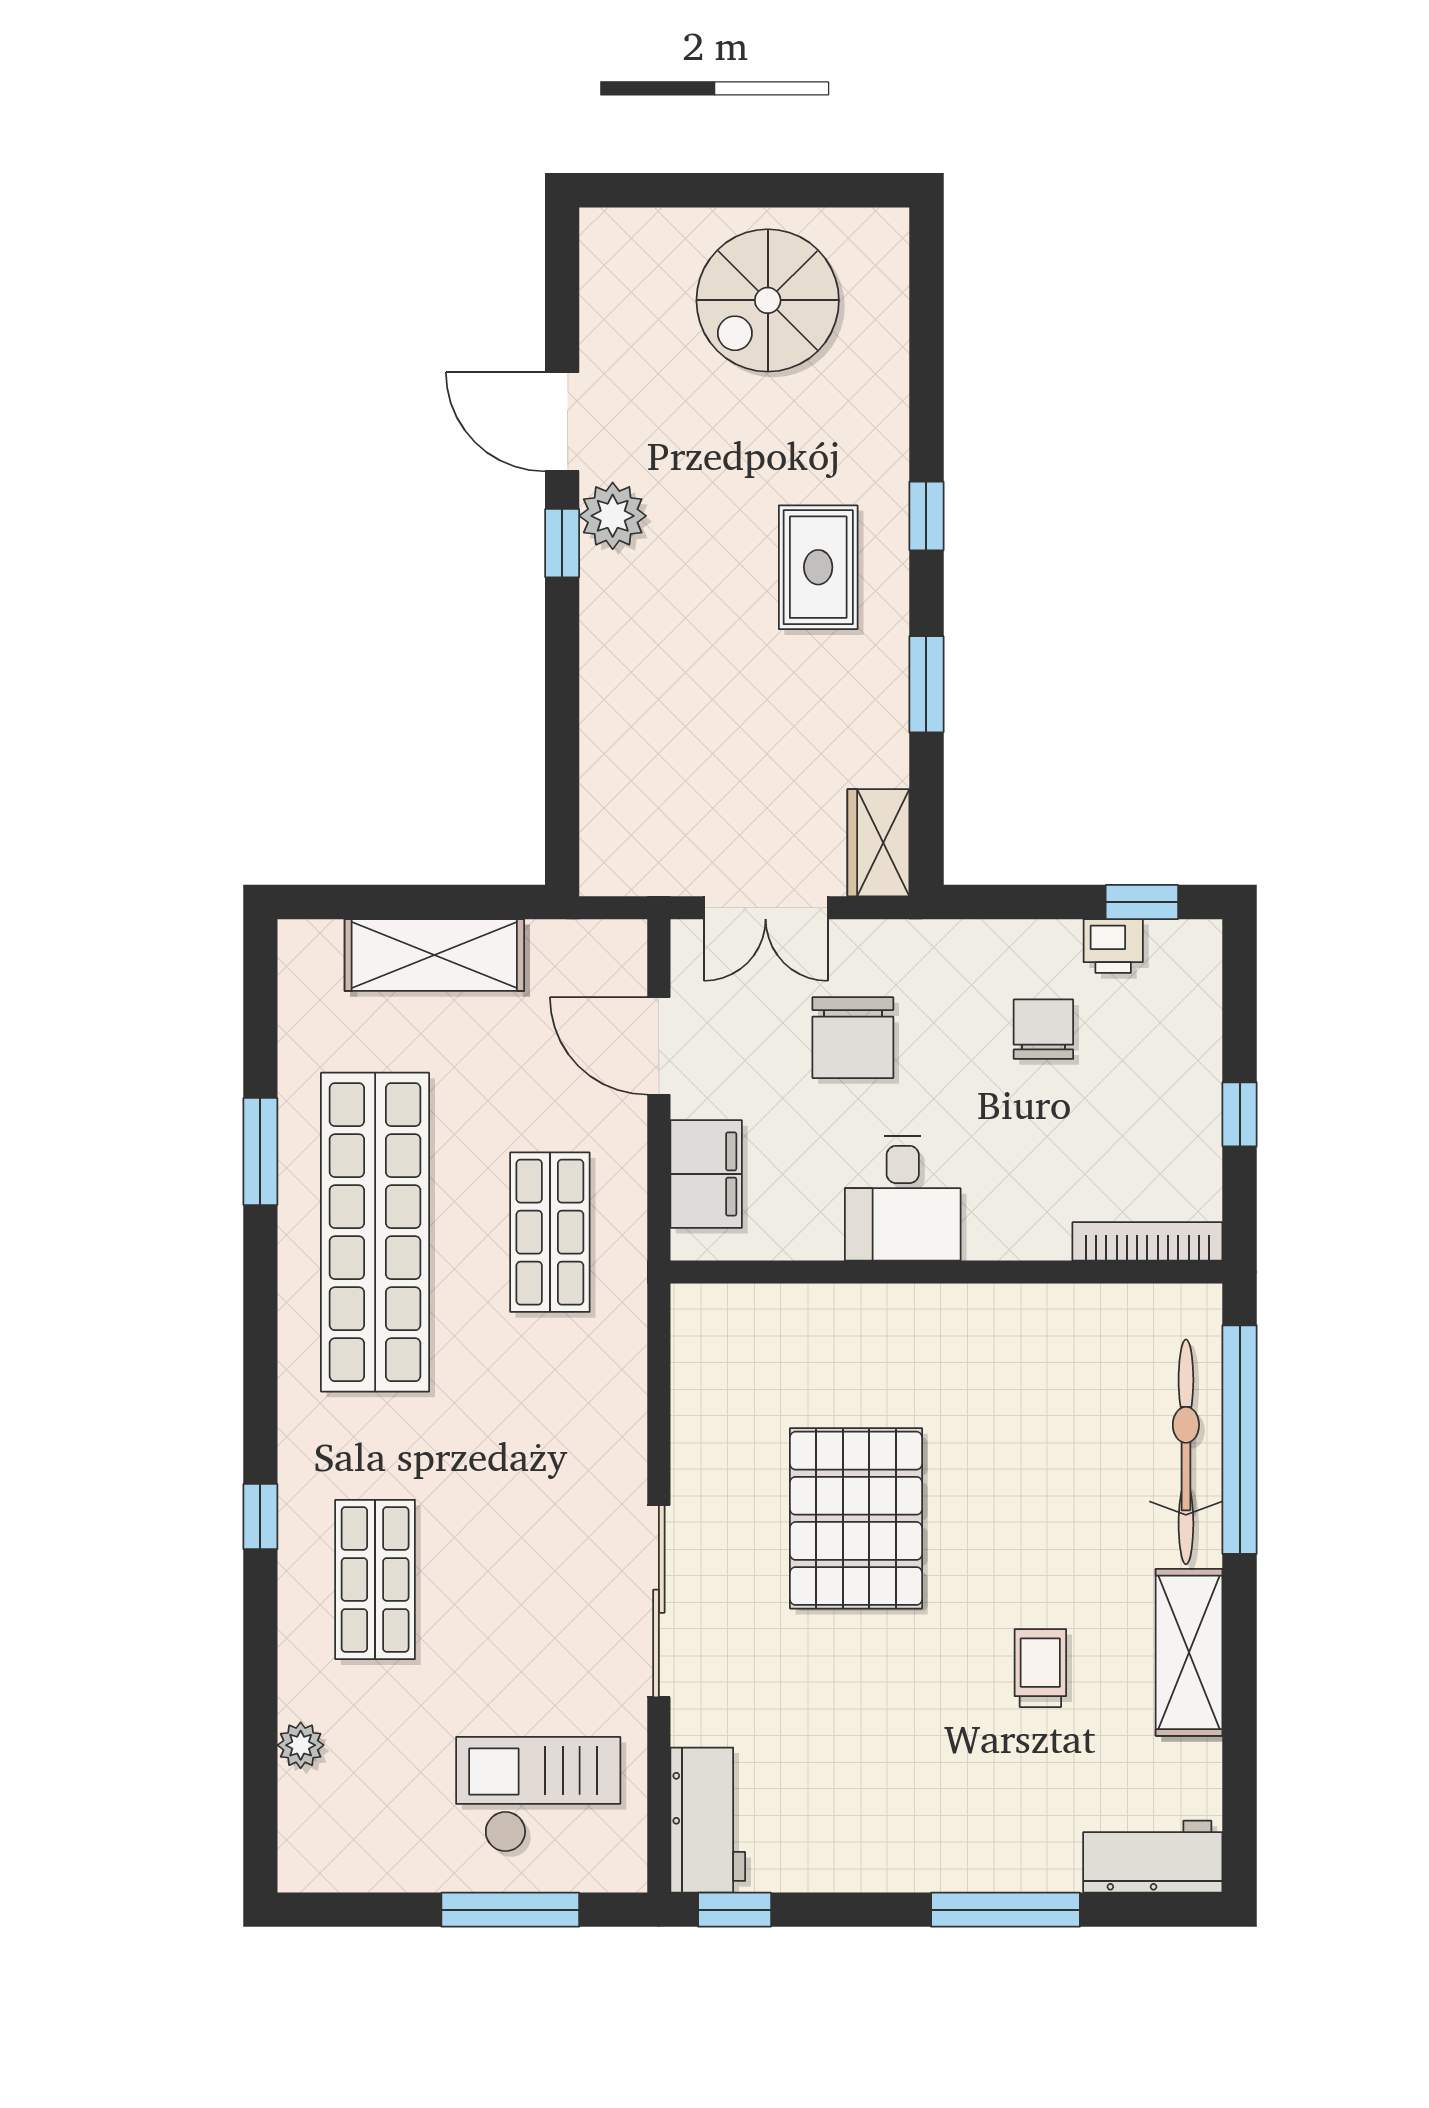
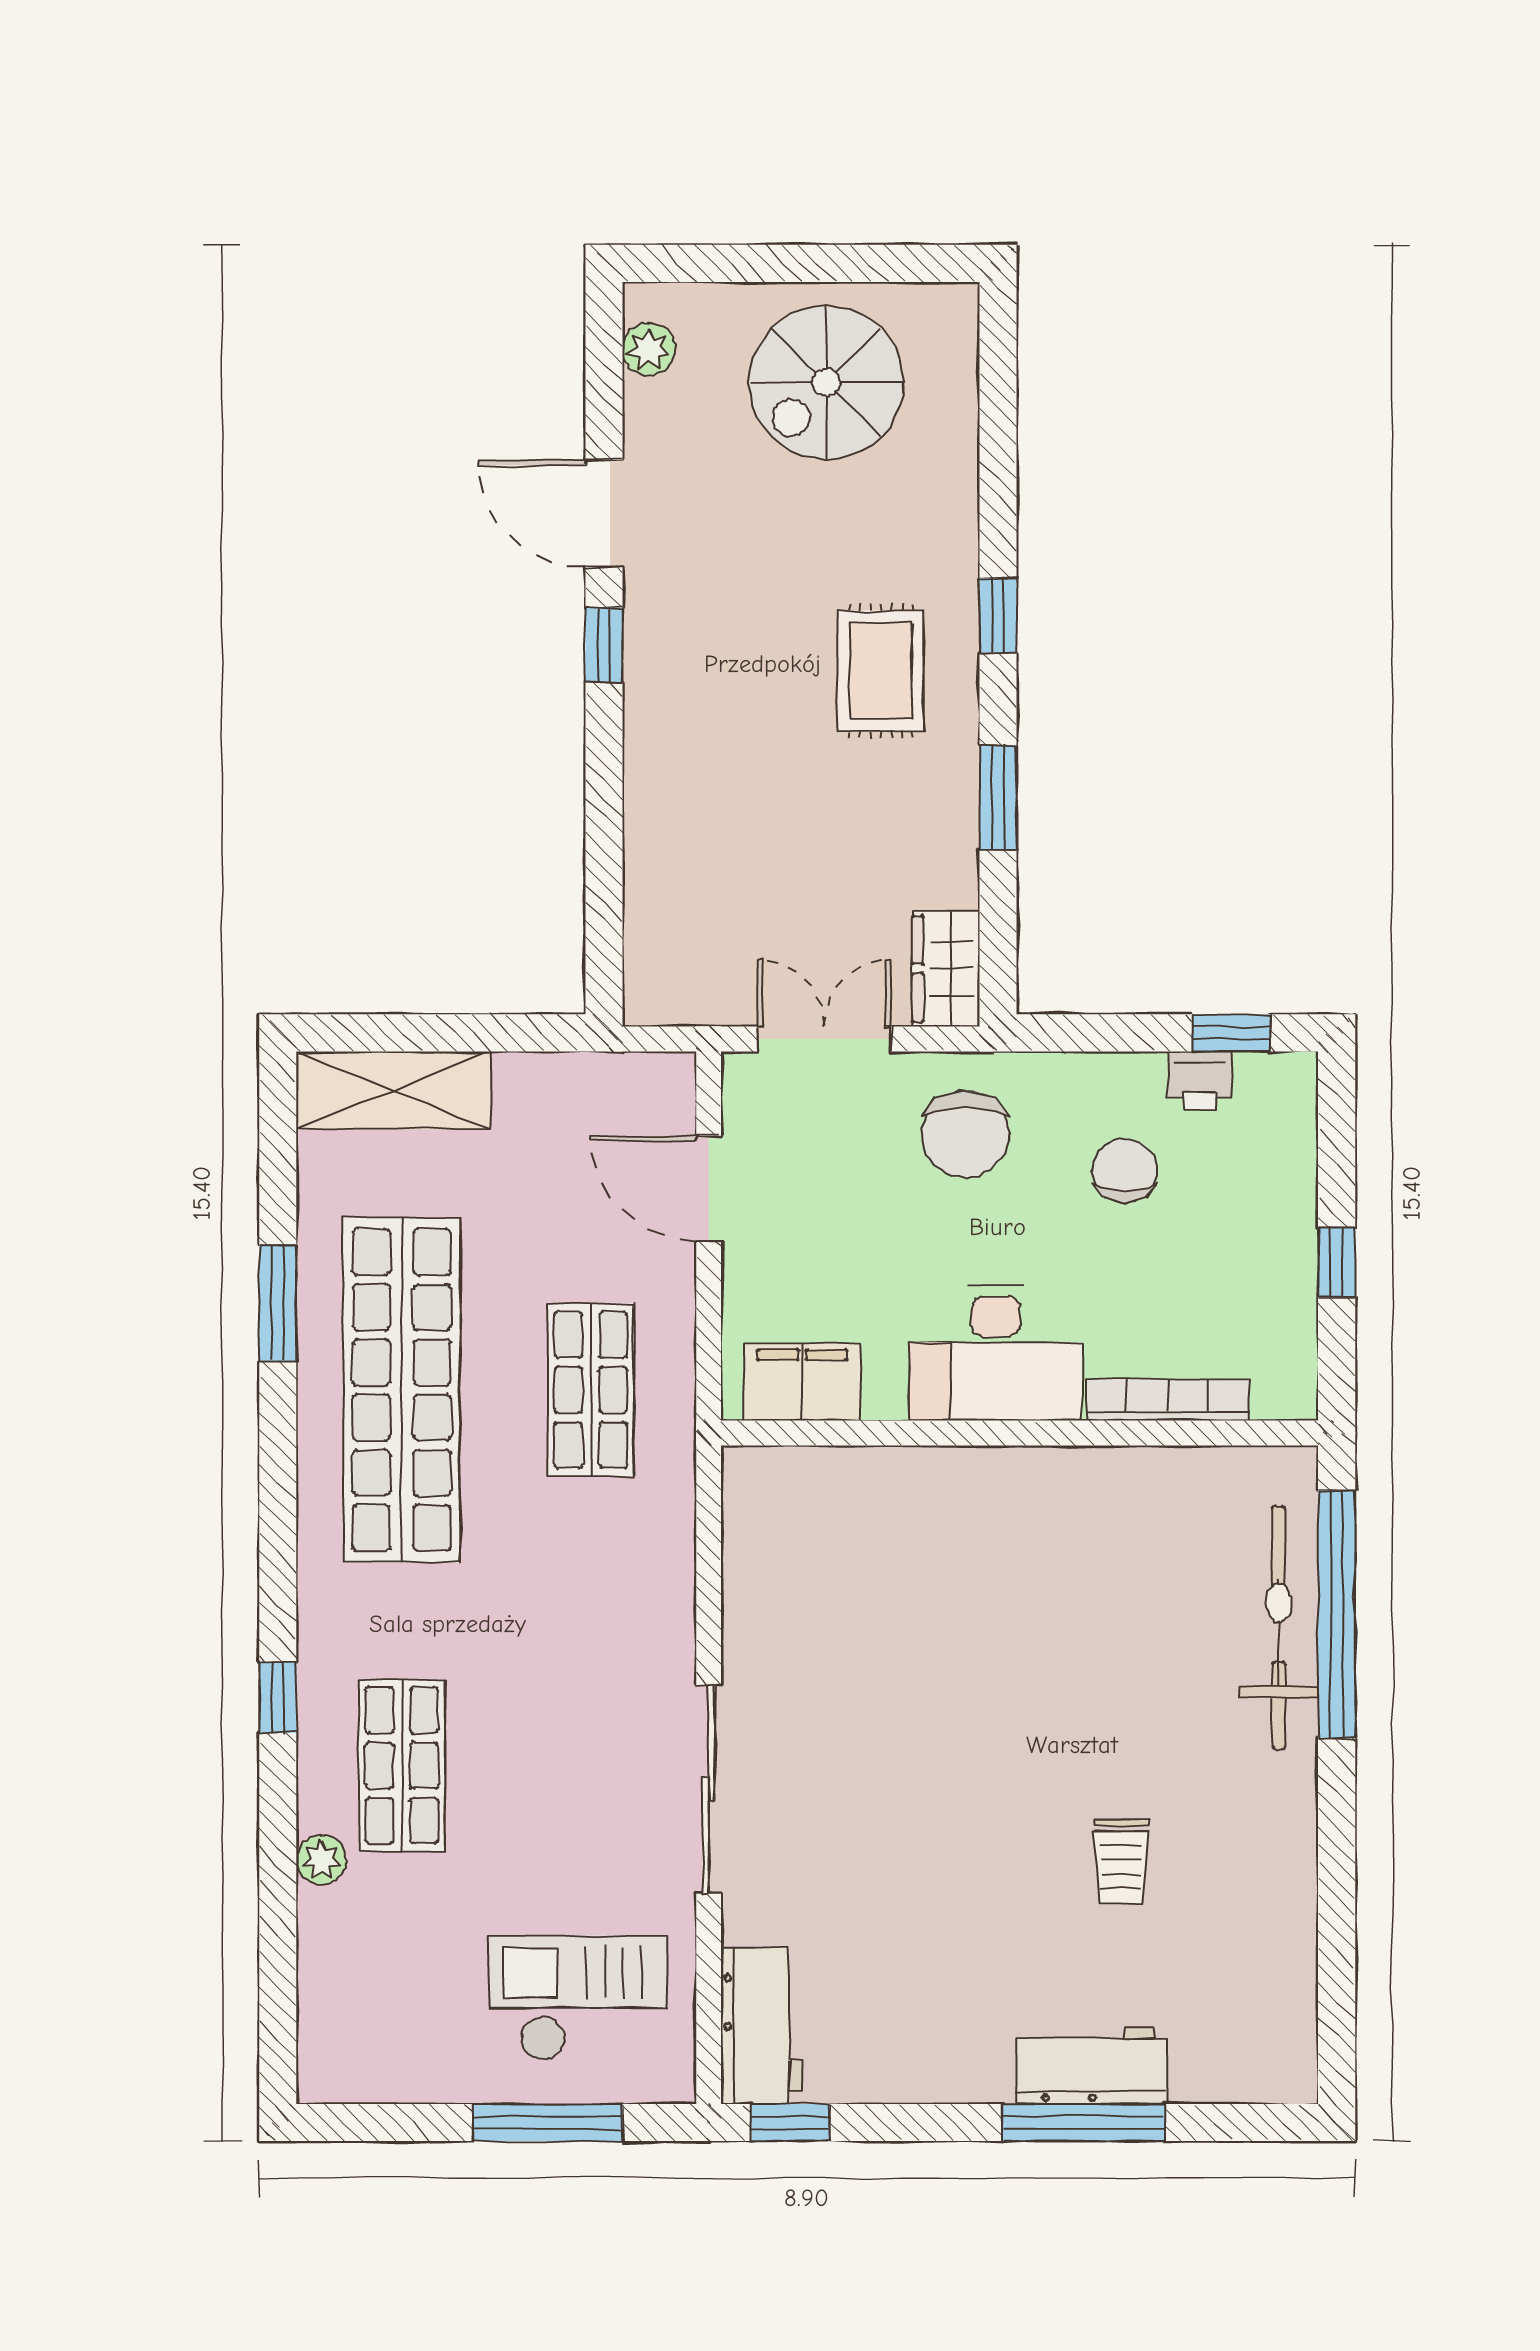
plant: (613, 516) -> (649, 349), moved, width x0.73, depth x0.73
double door: (766, 908) -> (824, 1039), swing flipped
shelving: (434, 955) -> (393, 1090), moved
chair: (853, 1038) -> (966, 1134), moved
filing cabinet: (706, 1174) -> (802, 1382), moved, turned -90
desk: (903, 1198) -> (996, 1353), width x1.37
bookcase: (1147, 1241) -> (1168, 1400), moved
pallet: (856, 1518) -> (922, 1699), removed
shelving: (1189, 1652) -> (1282, 1844), removed
trolley: (1040, 1668) -> (1121, 1861), turned 180
plant: (301, 1745) -> (321, 1860), moved
workbench: (1153, 1857) -> (1092, 2065), moved

